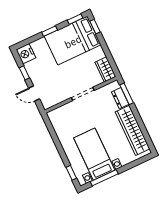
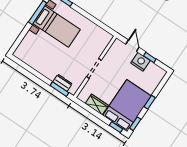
nightstand: (26, 54) -> (141, 62), moved
wardrobe: (105, 69) -> (97, 105), moved
door: (34, 94) -> (132, 46), hinge flipped
wardrobe: (133, 130) -> (38, 63), removed

